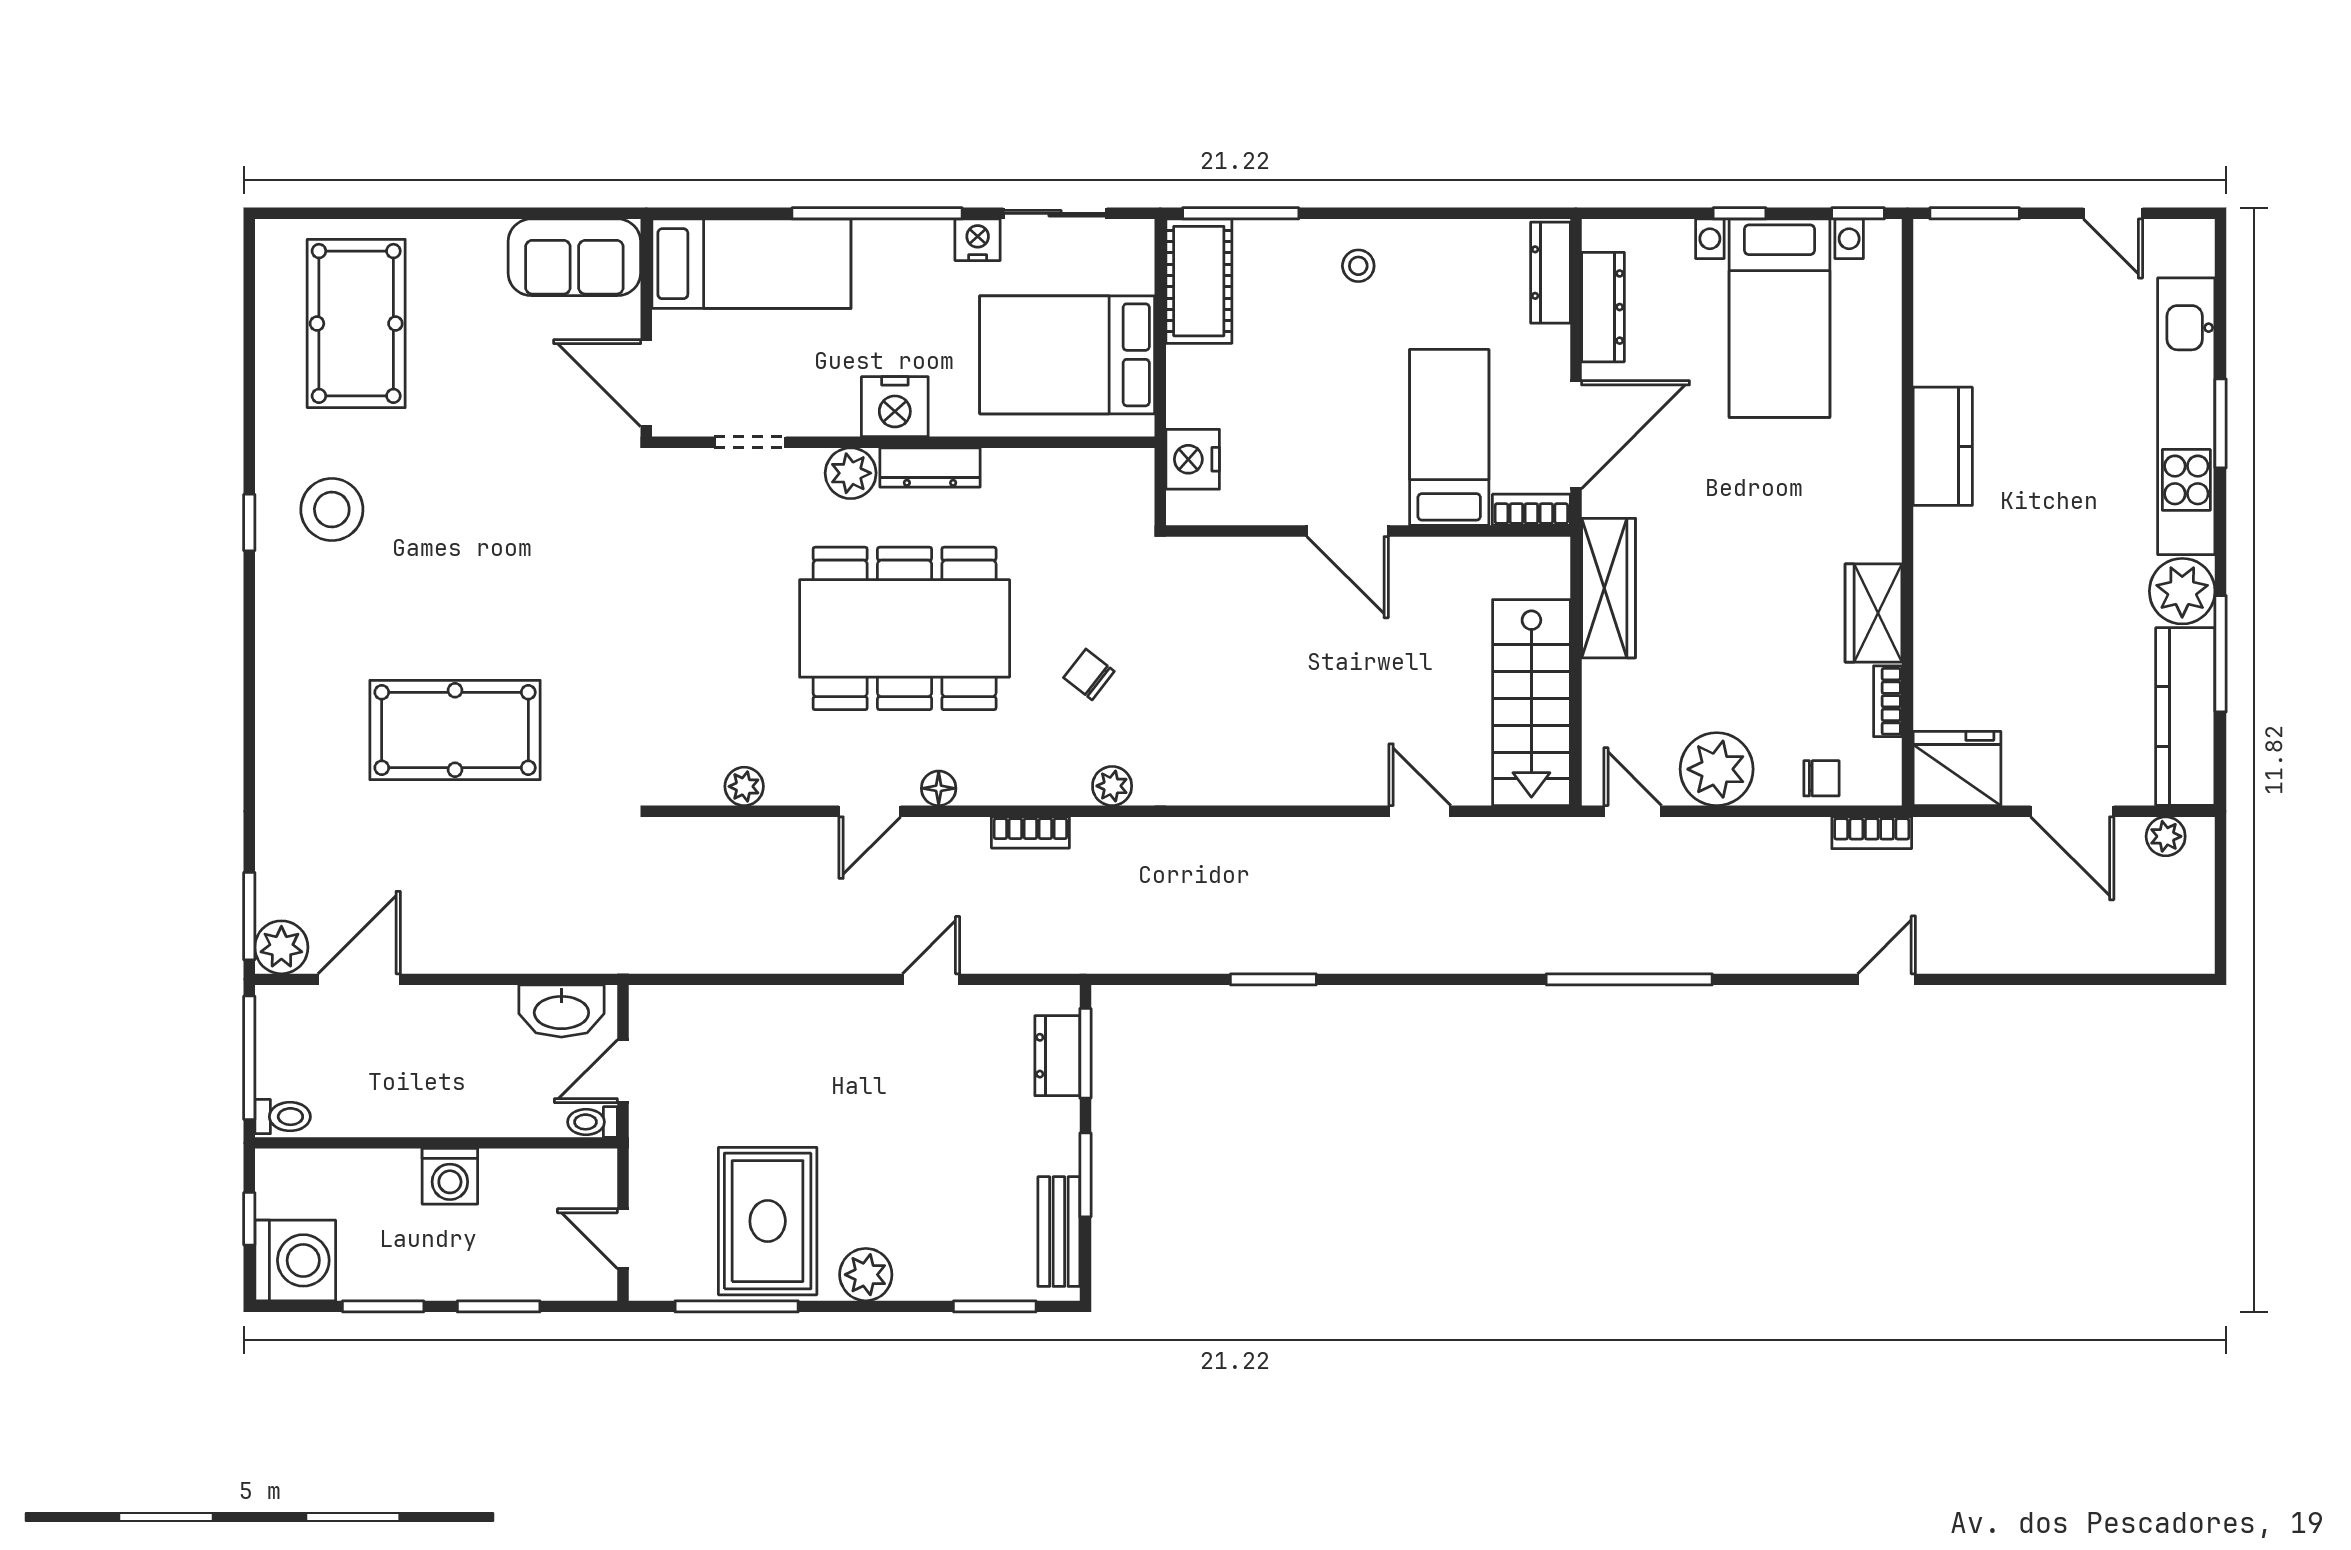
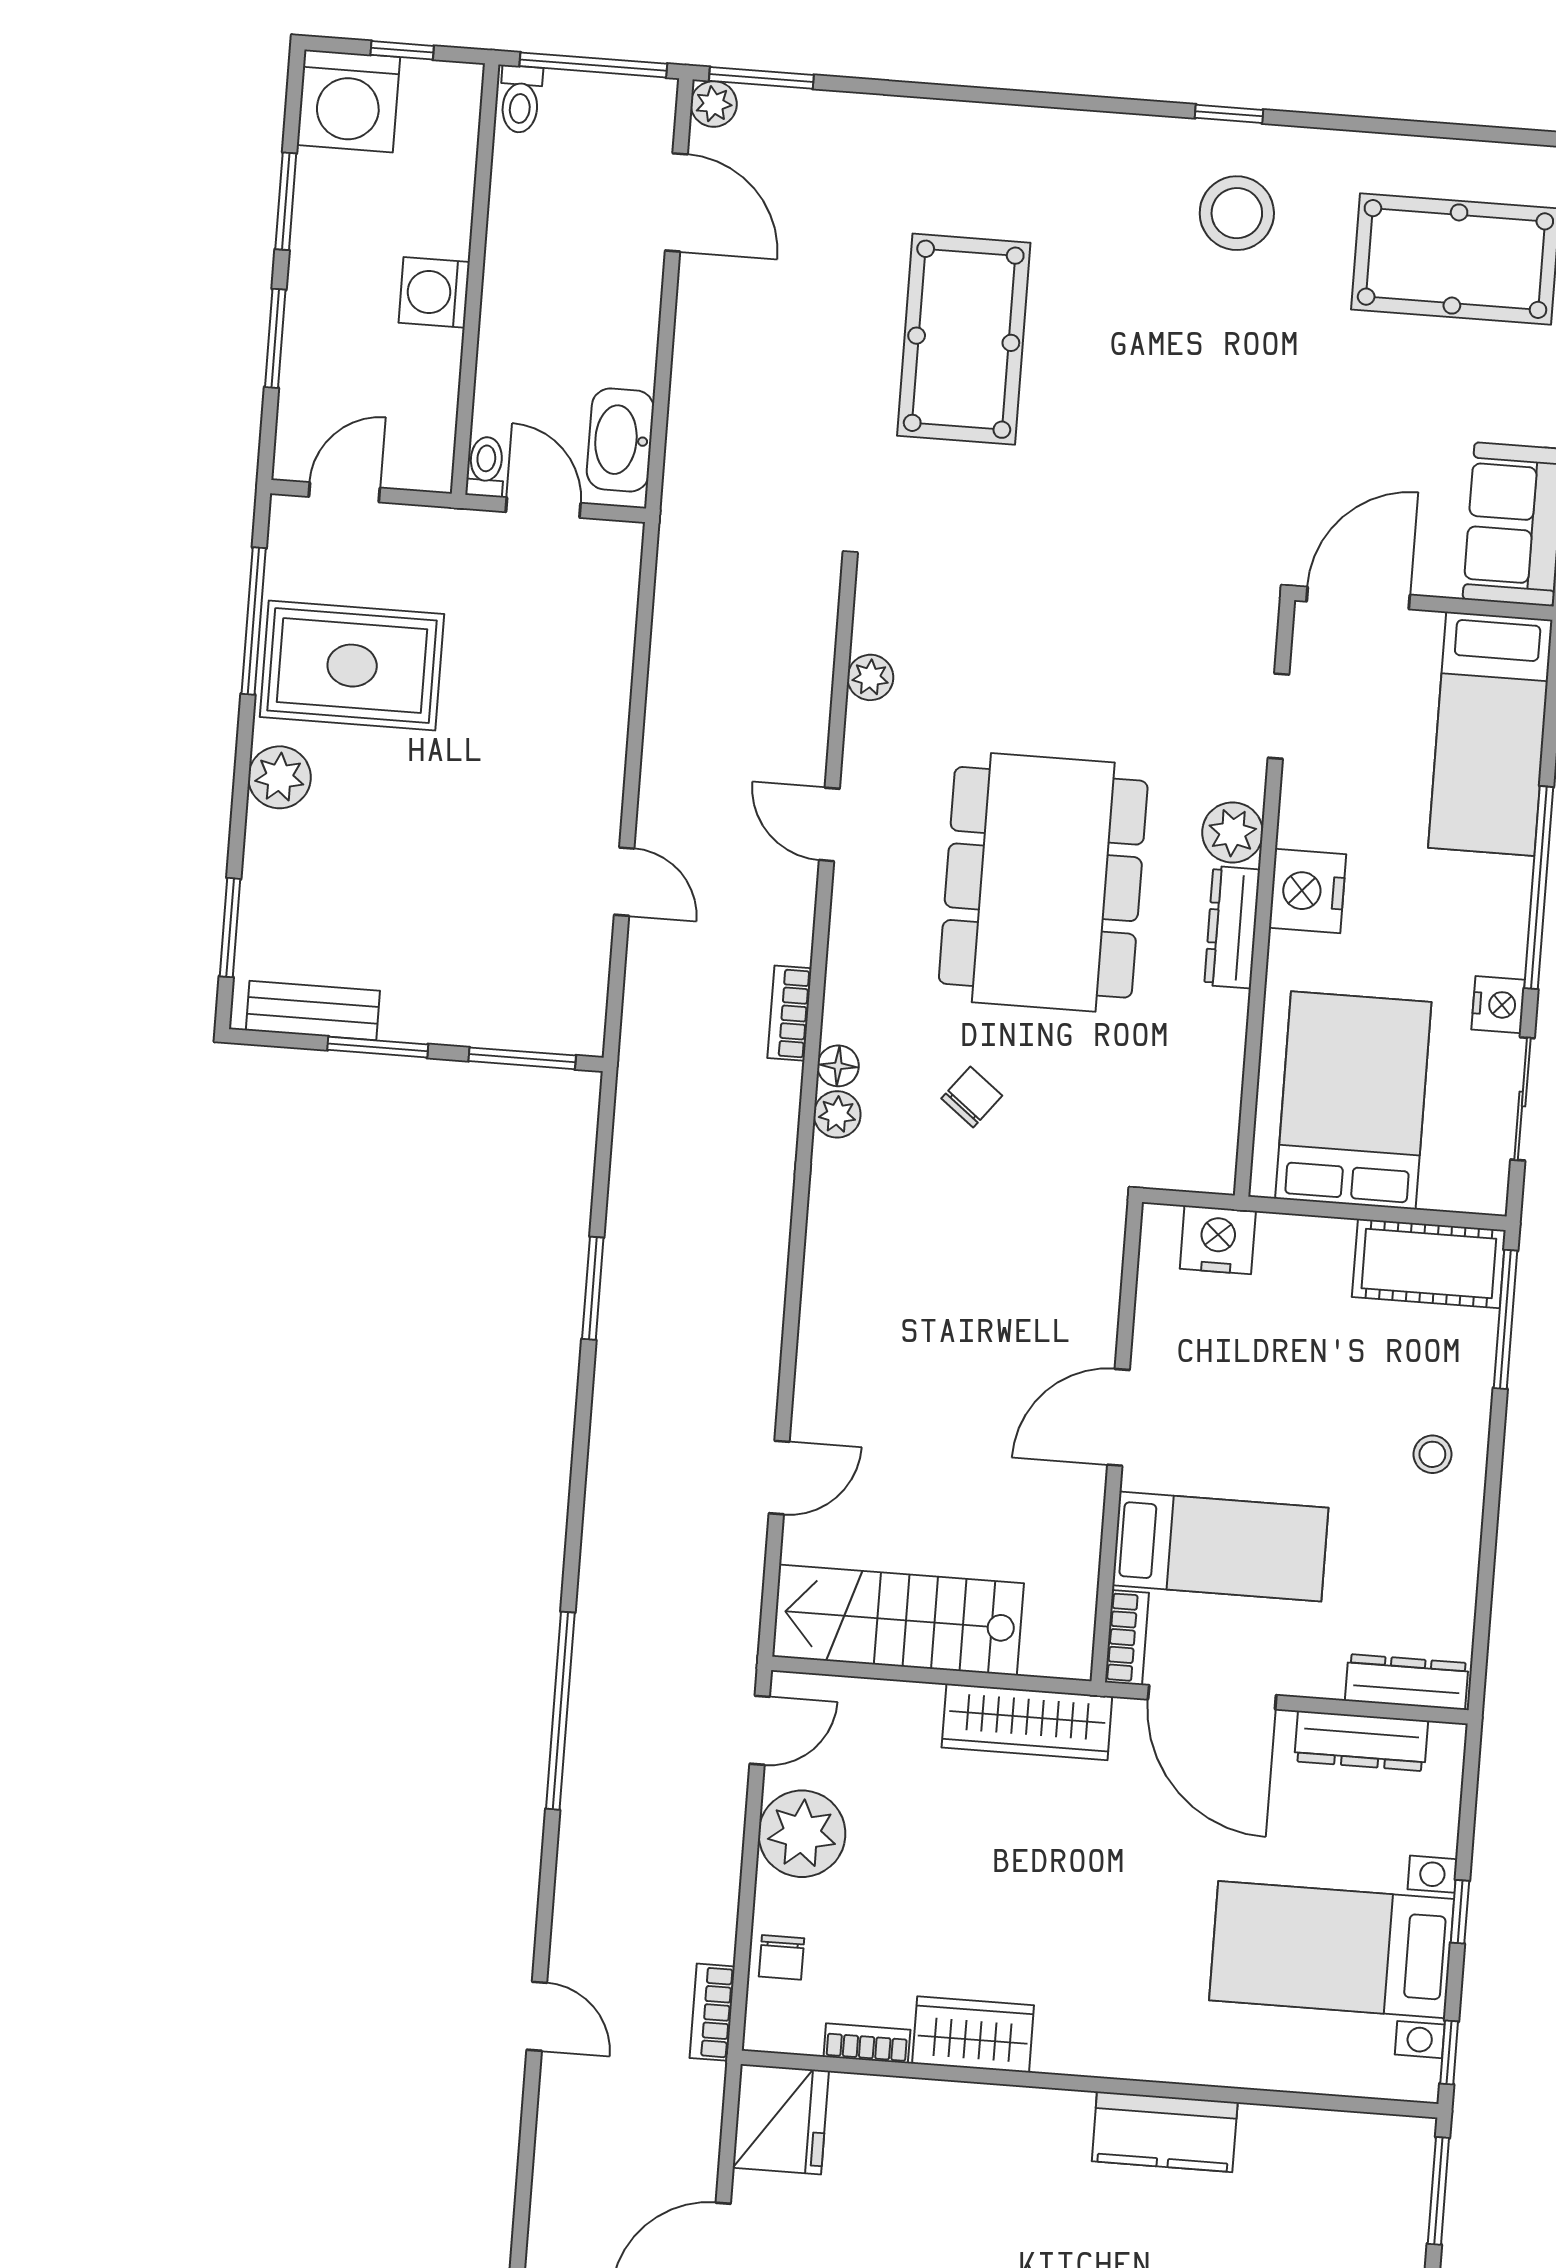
floor lamp: (939, 788) -> (838, 1066), moved
plant: (281, 947) -> (714, 104), width x0.73, depth x0.73
dresser: (1057, 1056) -> (522, 1025), removed

